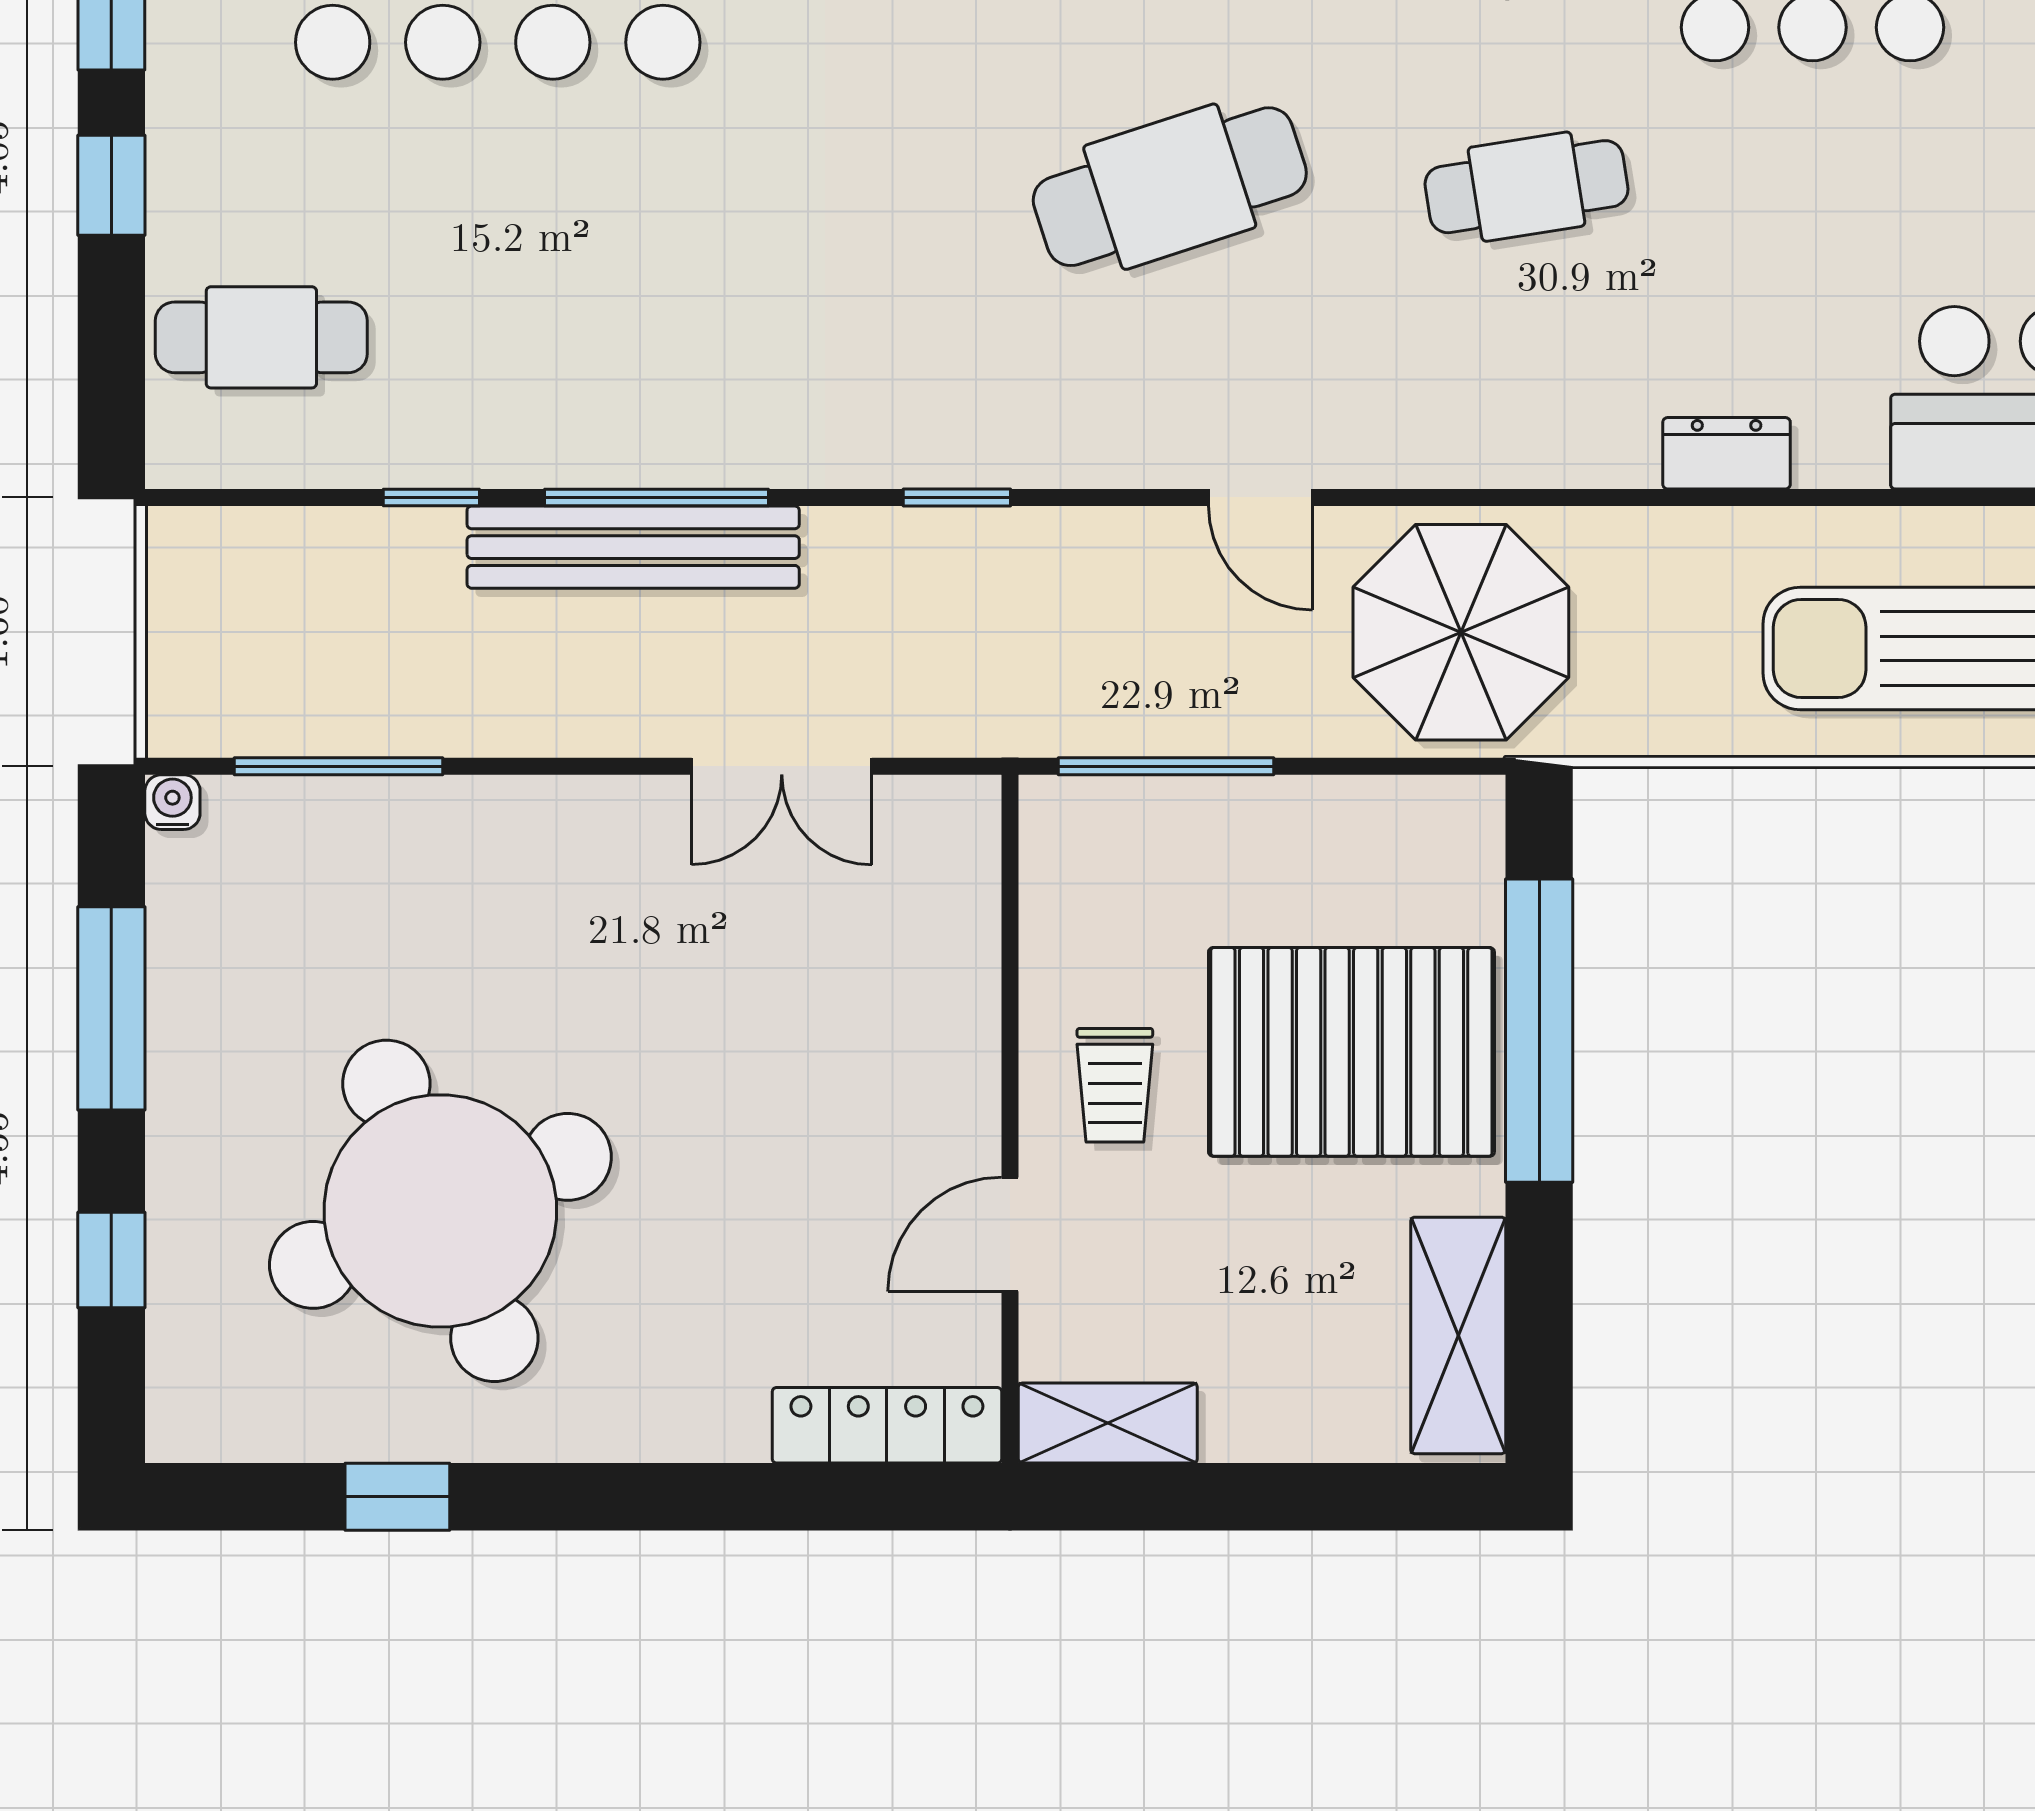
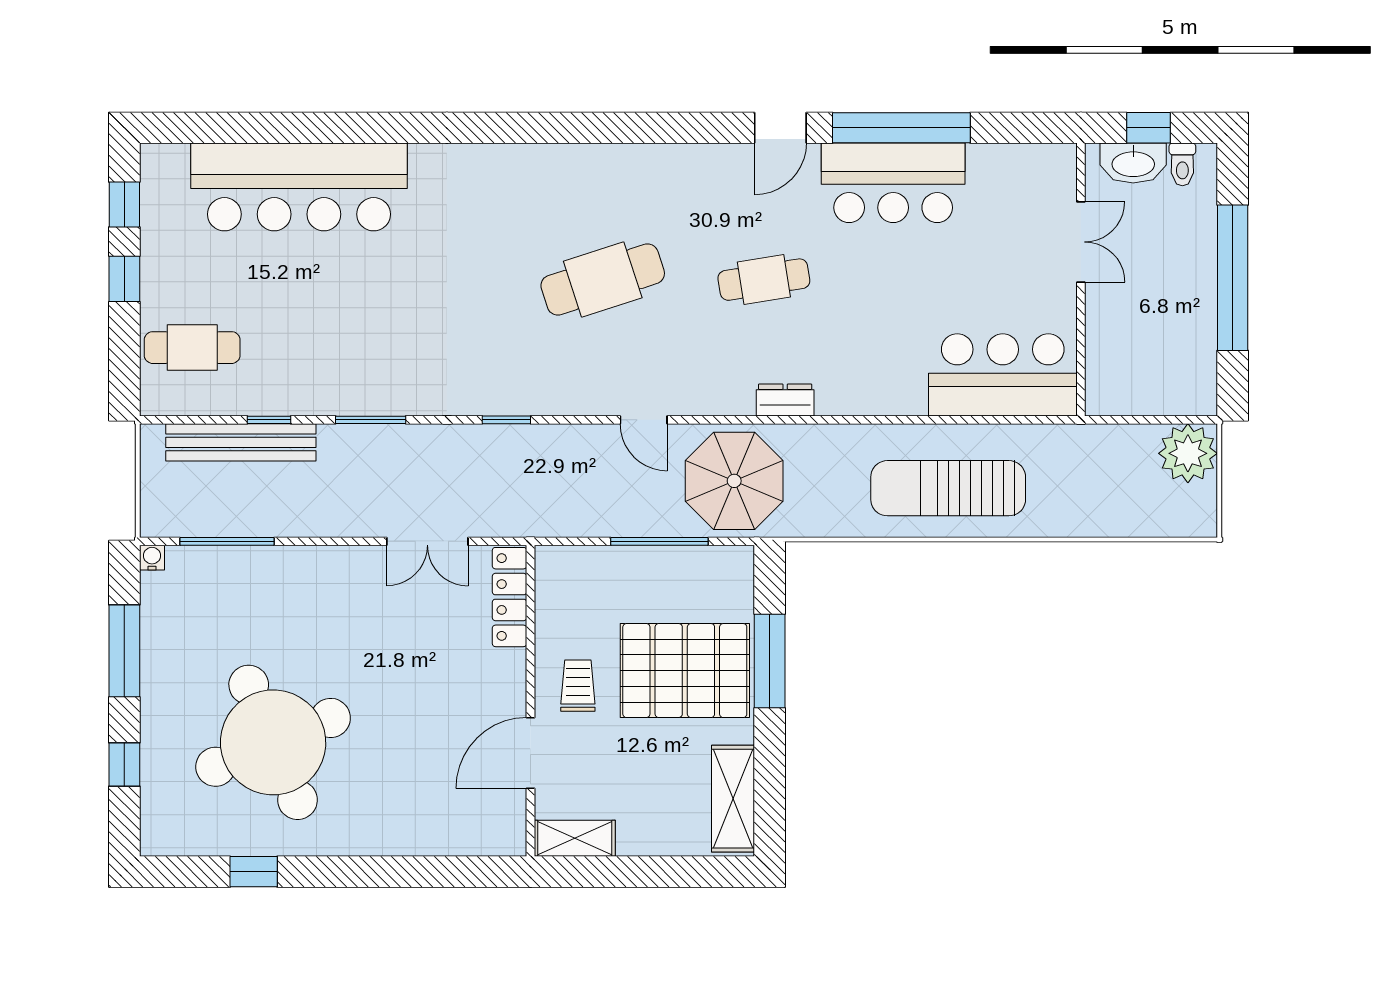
dresser: (1727, 453) -> (785, 400), moved
window: (656, 497) -> (371, 420), width x0.69
bench: (633, 547) -> (241, 442), moved
window: (1166, 766) -> (659, 541), moved
window: (1539, 1031) -> (770, 661), width x0.68
trolley: (1115, 1085) -> (578, 686), turned 180
door: (1010, 1234) -> (530, 753), width x1.38
locker: (887, 1425) -> (510, 597), moved, turned -90

